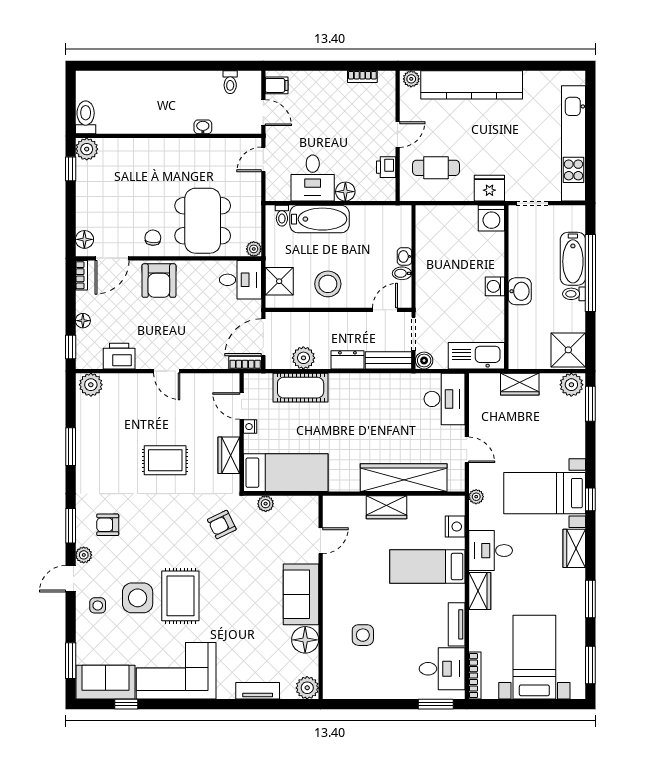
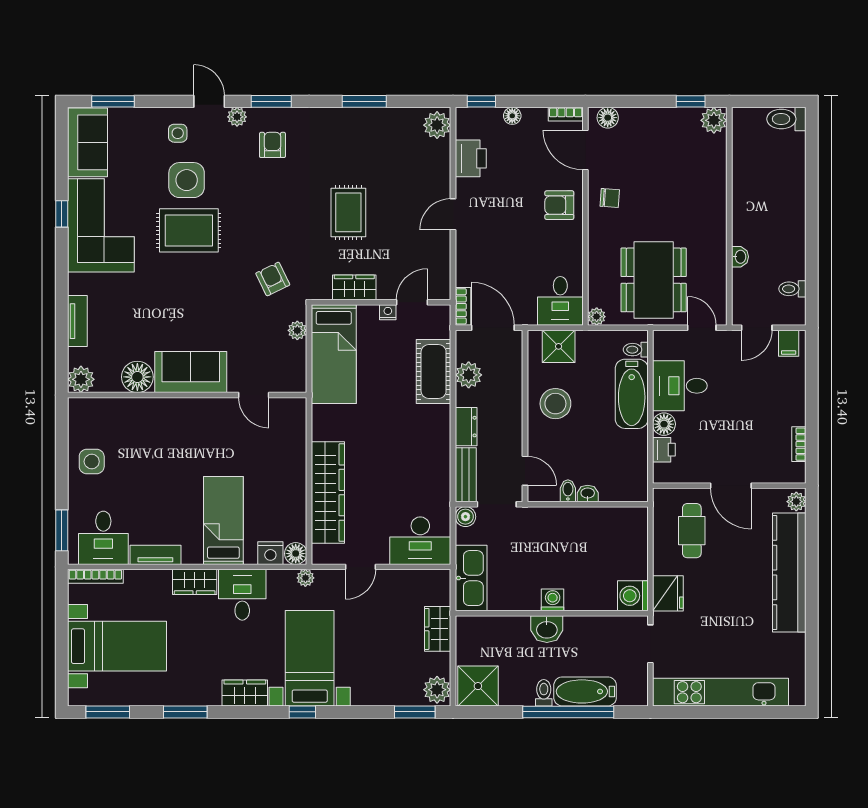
toilet: (86, 117) -> (786, 119), moved, turned 180
door: (398, 135) -> (731, 486), width x1.38
printer: (386, 167) -> (664, 450), moved, turned 90
dining table: (203, 221) -> (654, 280), moved, turned 90
armchair: (159, 281) -> (559, 205), width x0.72, depth x0.72
floor lamp: (455, 505) -> (296, 554), added
wardrobe: (387, 507) -> (293, 473), removed
side table: (363, 635) -> (92, 462), moved
window: (126, 704) -> (62, 214), moved

